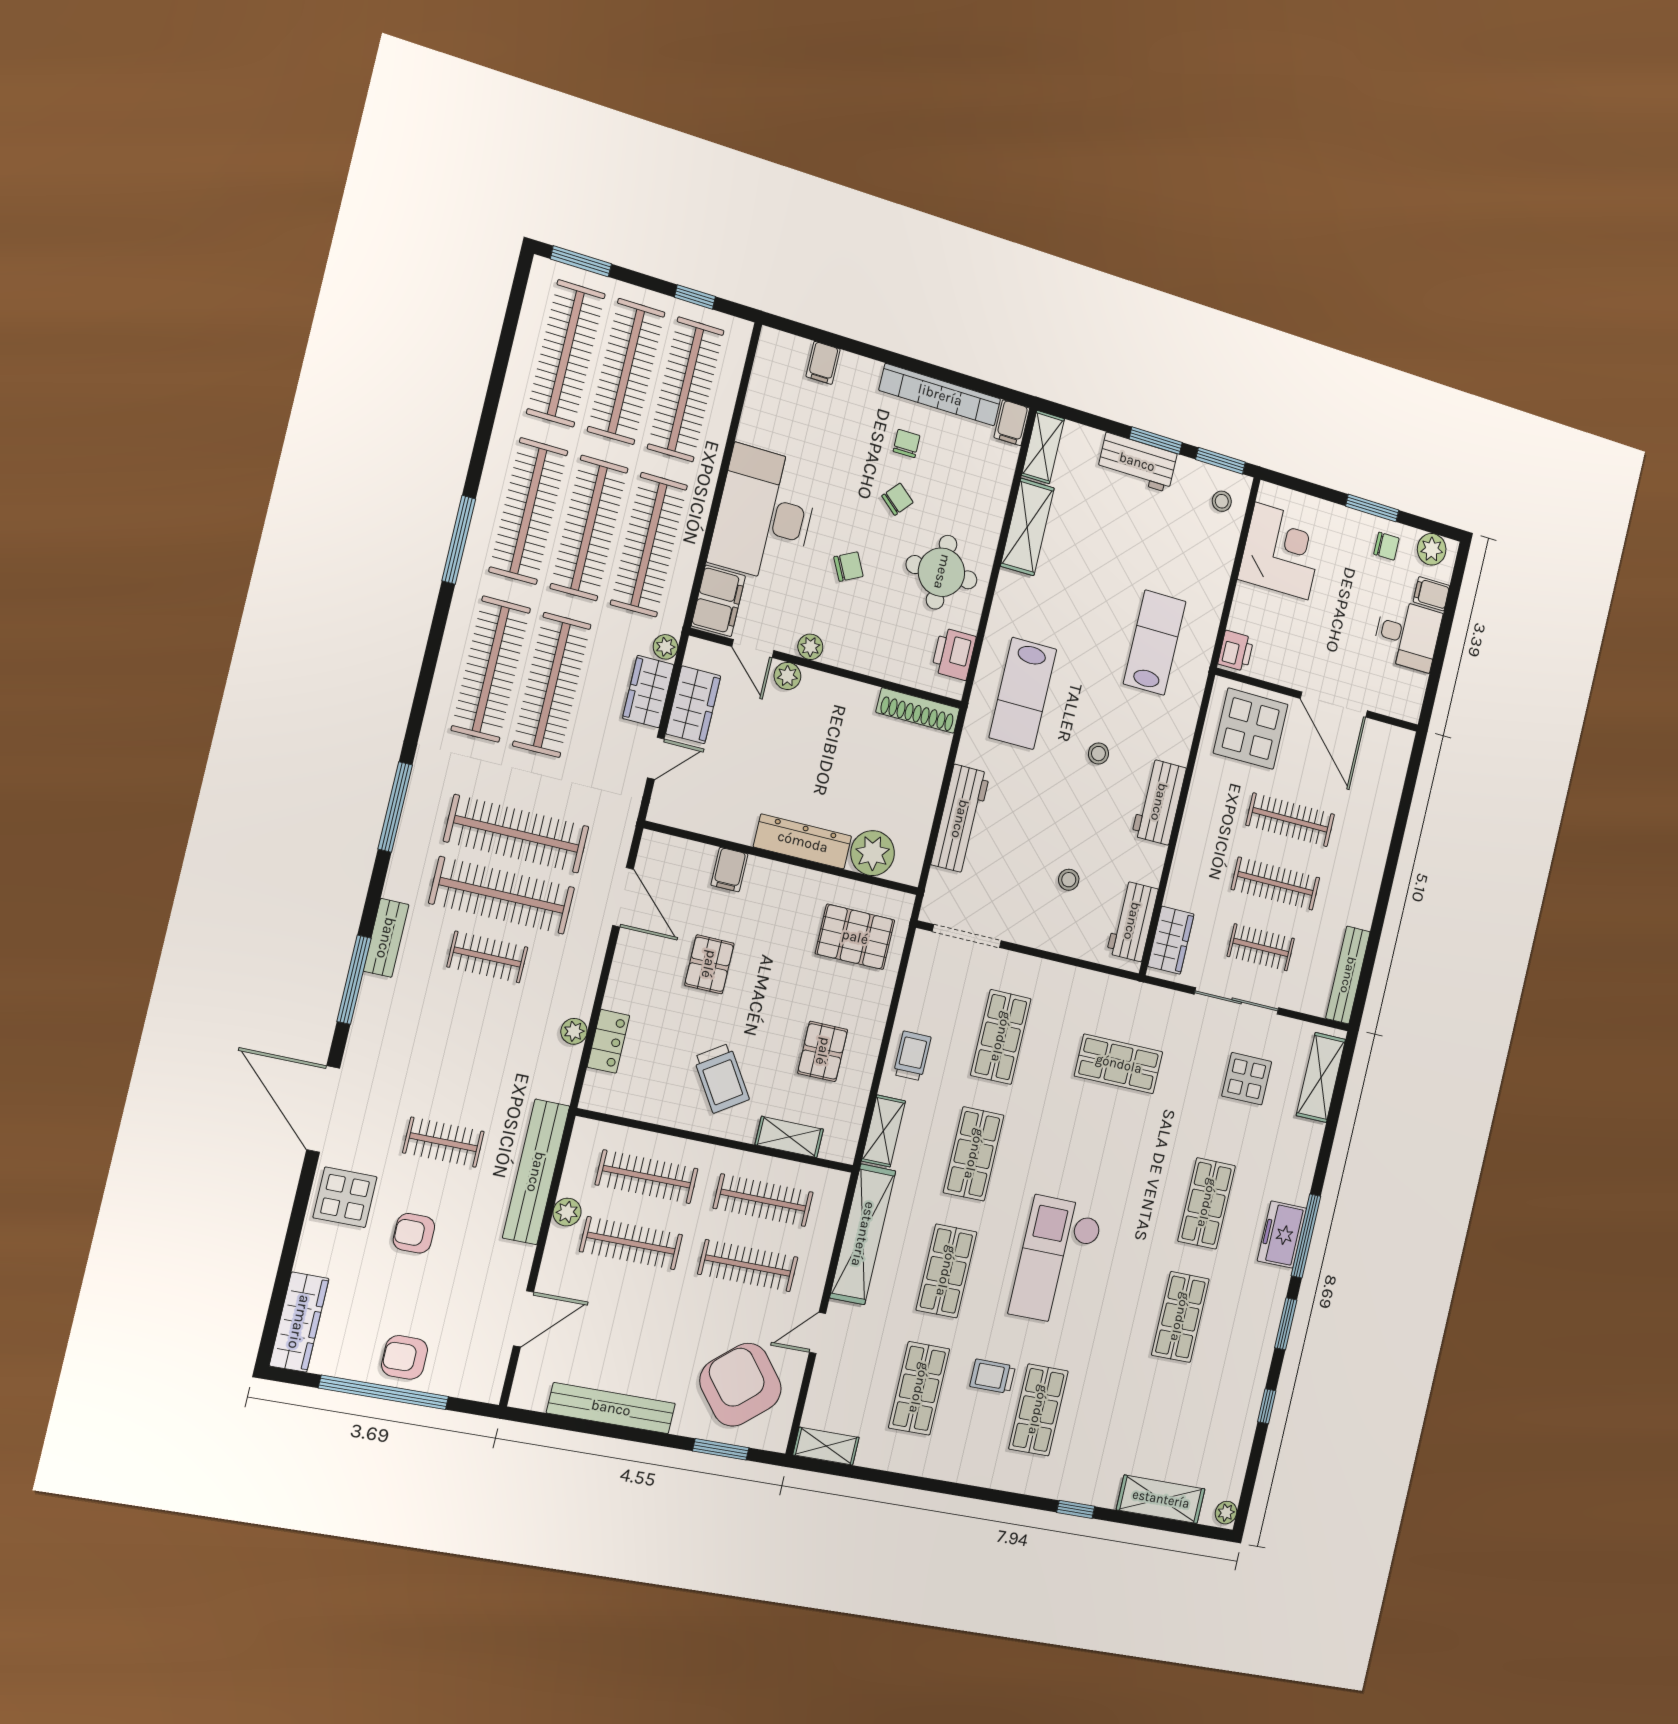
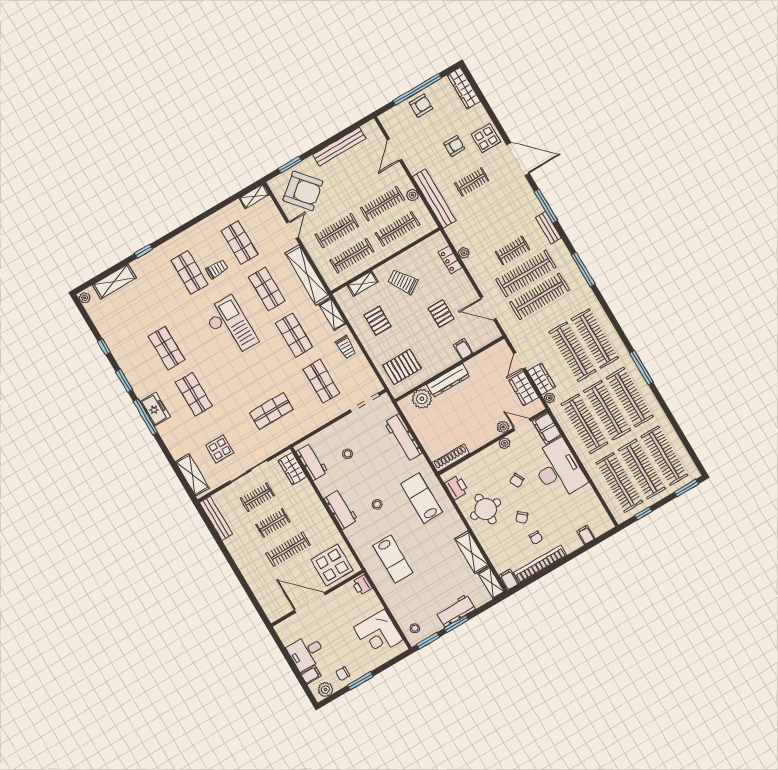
clothes rail: (1275, 884) -> (273, 523), width x0.73

